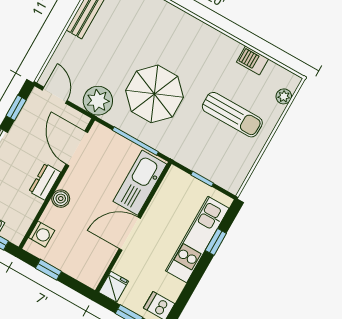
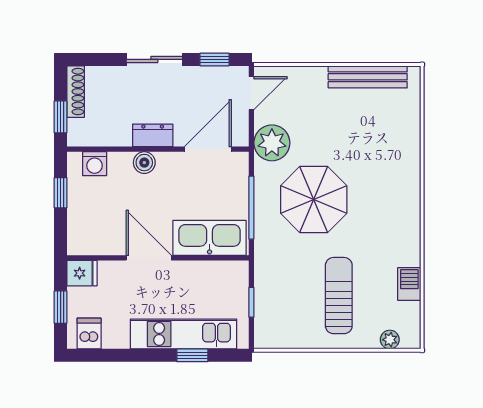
sun lounger: (232, 115) -> (339, 296), turned 180

